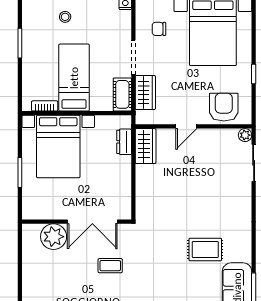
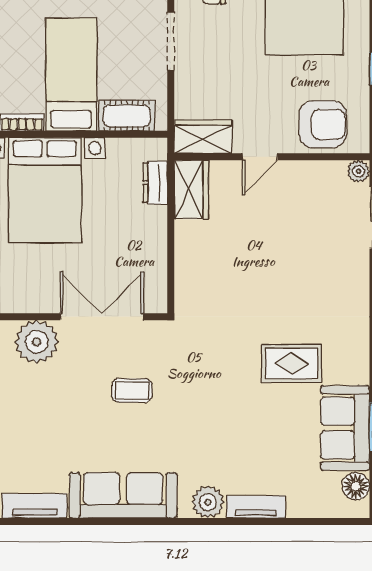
wardrobe: (145, 93) -> (203, 137), moved, turned -90
cot: (122, 94) -> (127, 116), moved, turned 90
armchair: (224, 107) -> (323, 124), turned 90
double door: (92, 222) -> (102, 317), swing flipped

